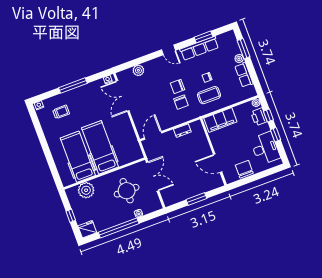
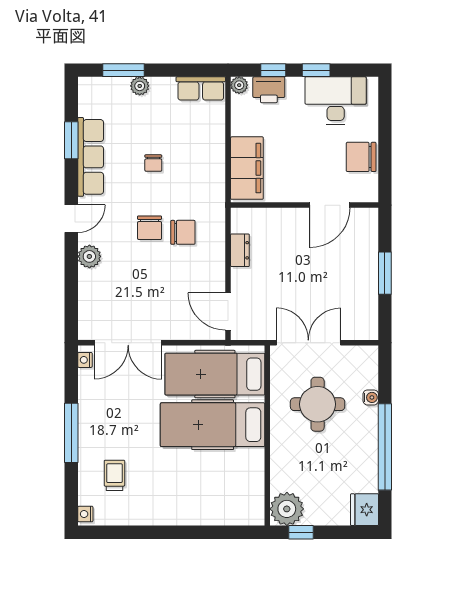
plant: (138, 70) -> (89, 256), moved
row of seats: (244, 75) -> (201, 88), moved
coffee table: (209, 95) -> (190, 172), removed
hospital bed: (78, 157) -> (215, 374), moved
plant: (86, 190) -> (287, 509), moved
window: (71, 216) -> (301, 532), moved

